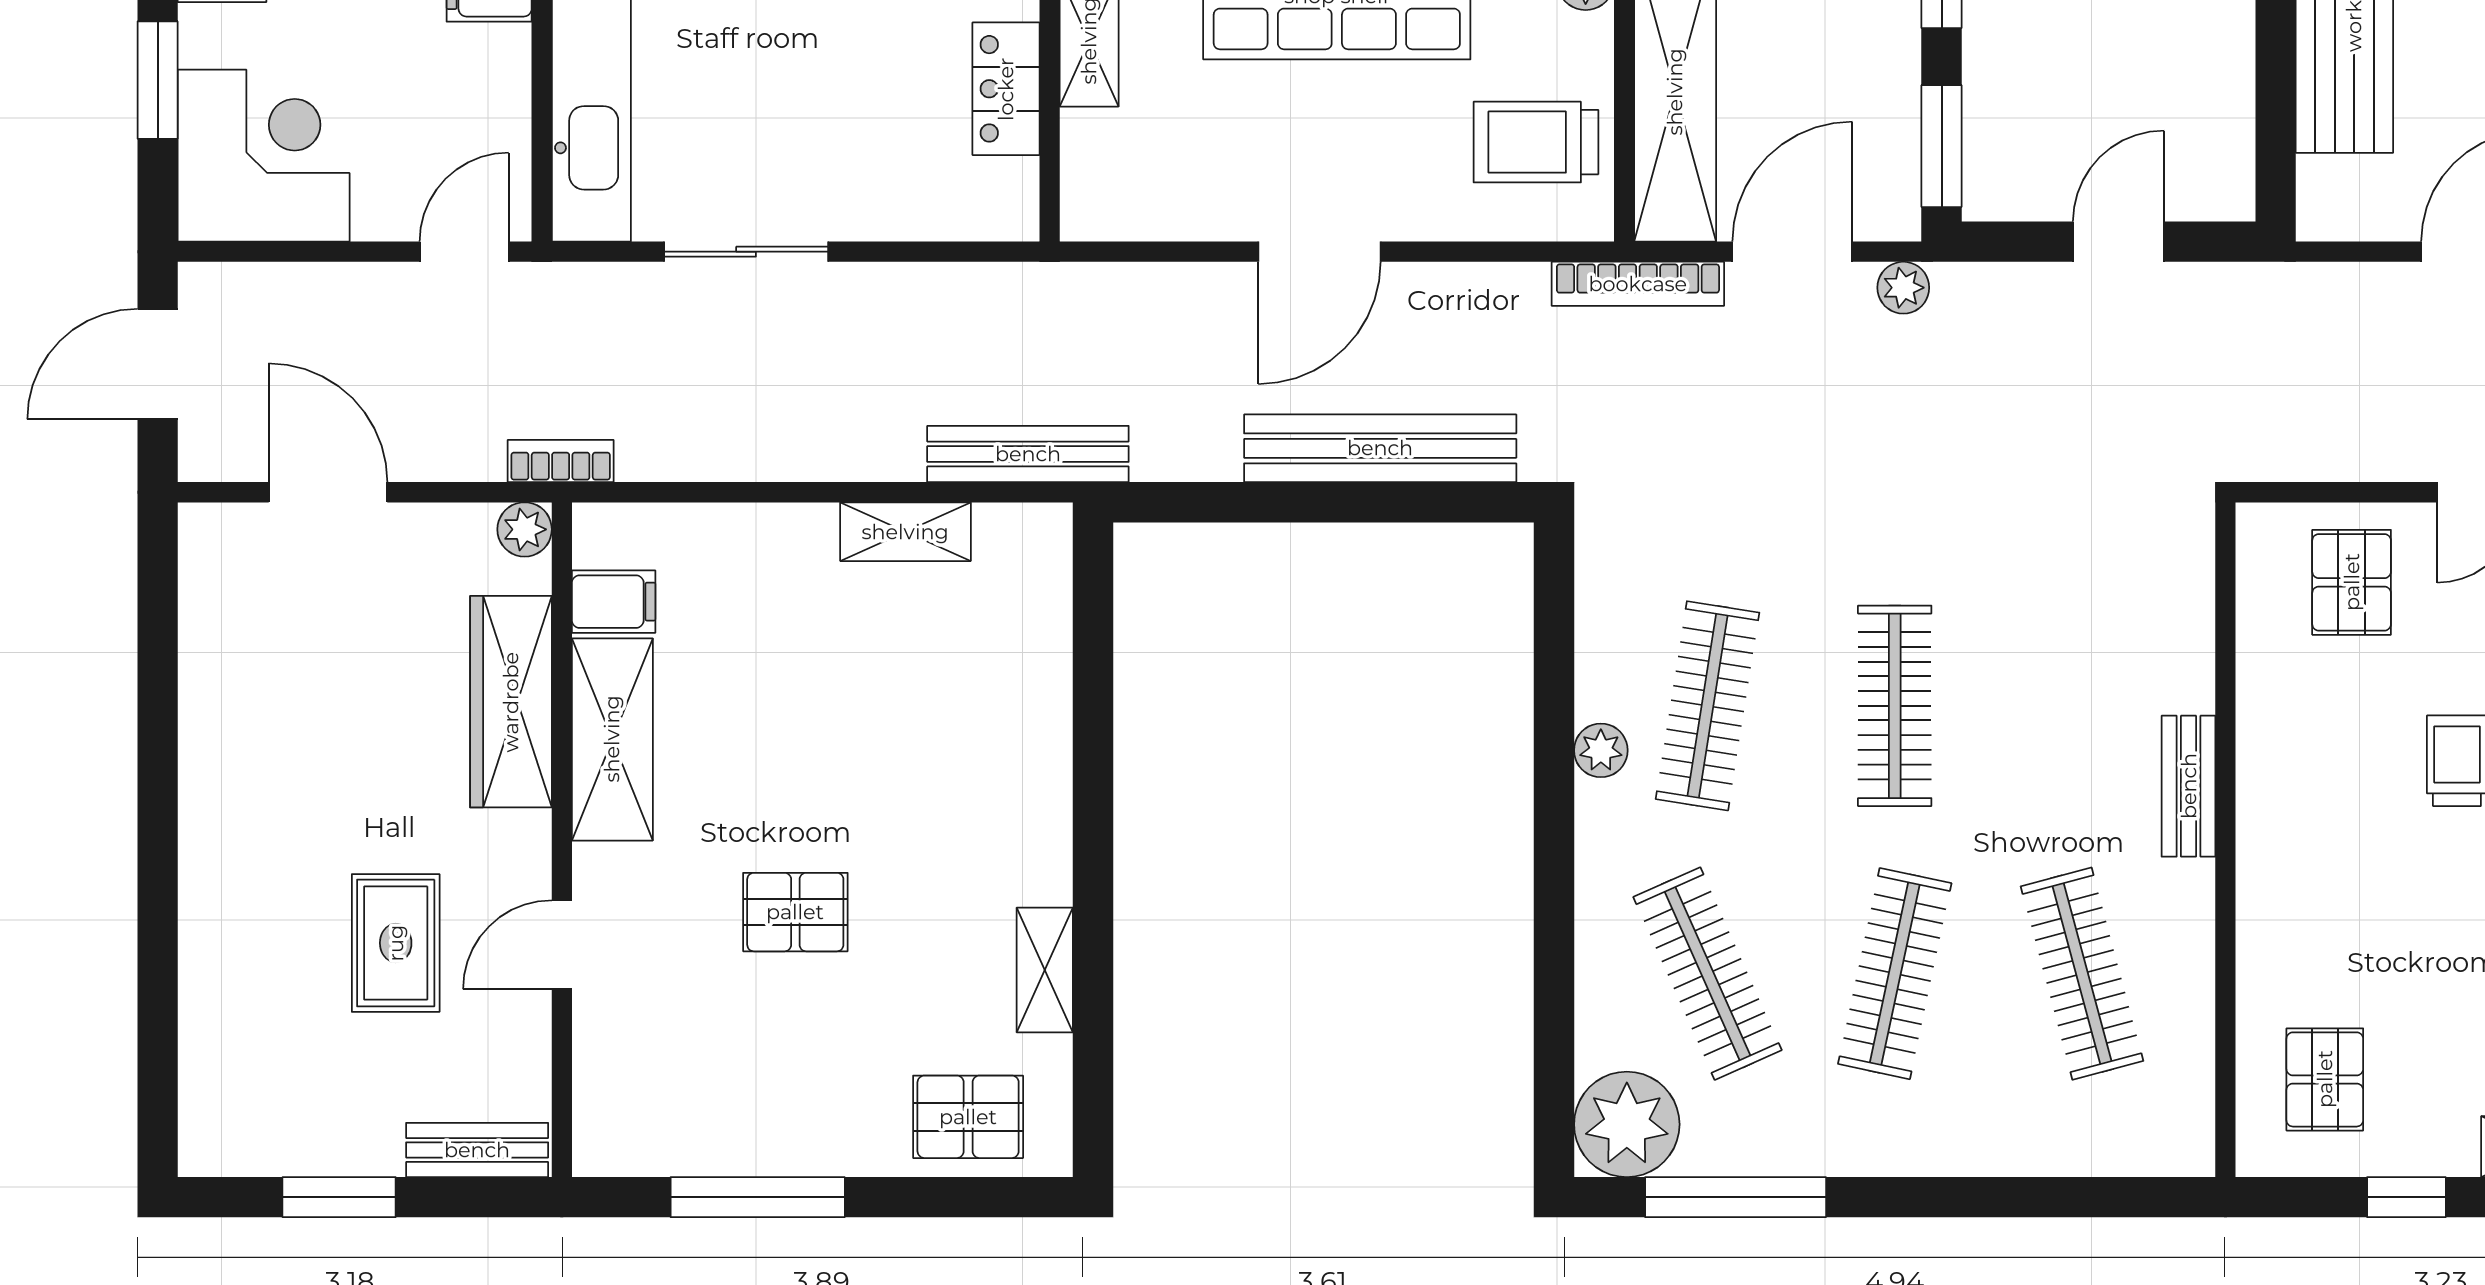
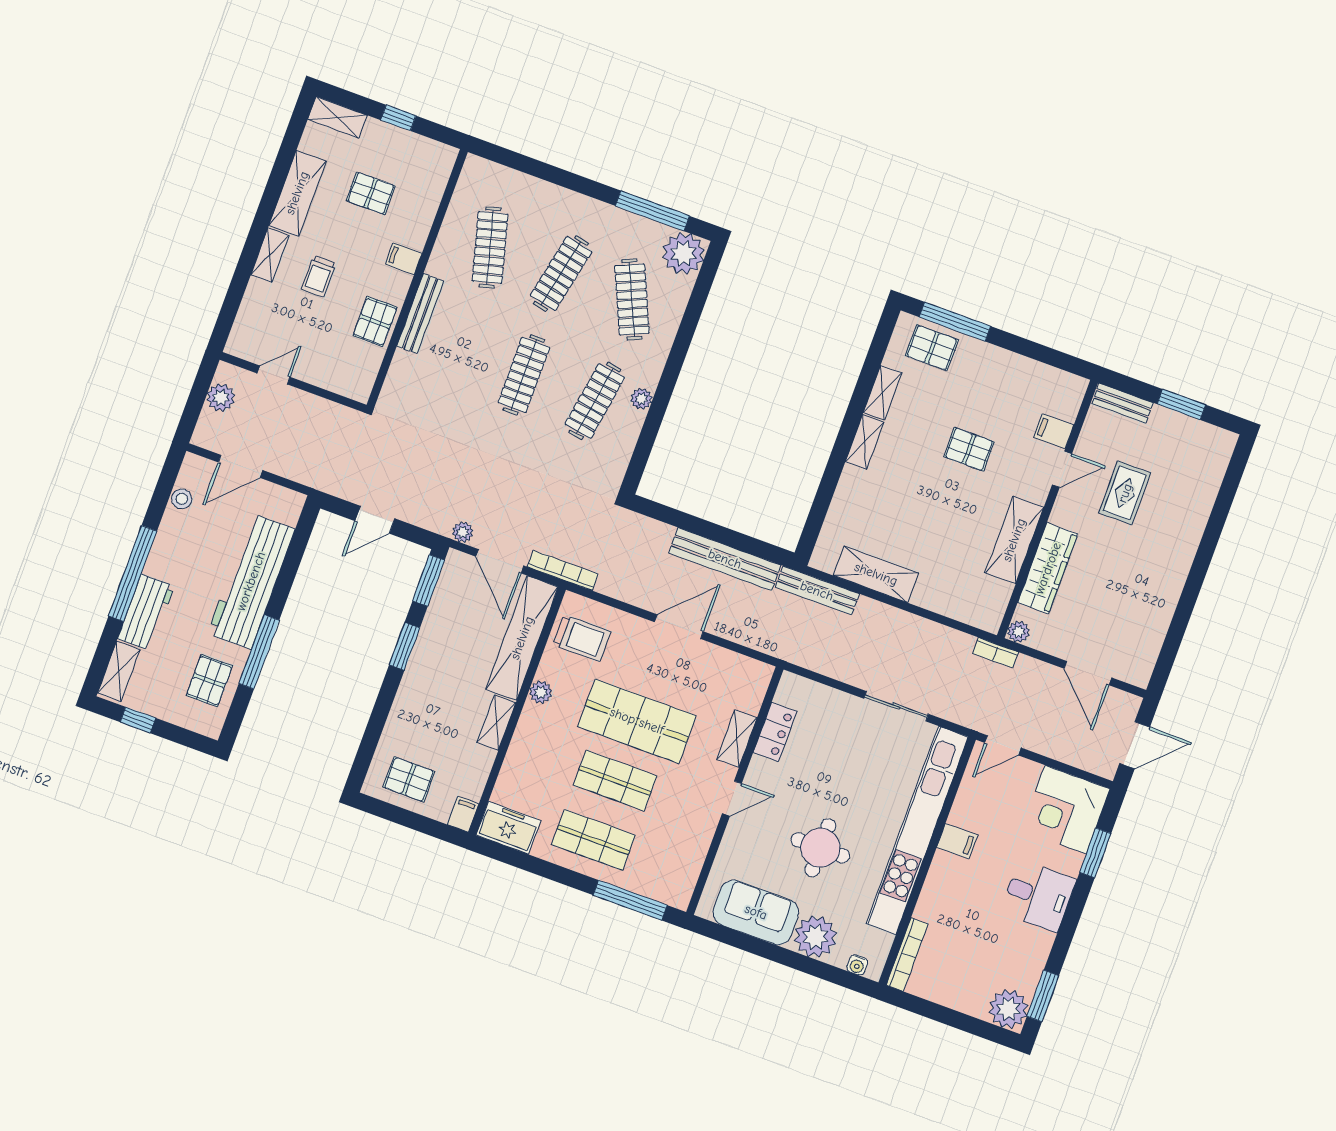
door: (1792, 252) -> (500, 561), hinge flipped
bench: (1380, 448) -> (725, 559), moved
shelving: (905, 532) -> (876, 574), width x1.50, depth x1.33
pallet: (2352, 582) -> (375, 321), moved
filing cabinet: (614, 602) -> (1054, 431), moved
bench: (2189, 786) -> (420, 313), width x1.36
shelving: (1045, 840) -> (864, 442), added
filing cabinet: (2274, 874) -> (404, 259), added
pallet: (2325, 1079) -> (371, 193), moved, turned 90
window: (758, 1197) -> (955, 322), moved

